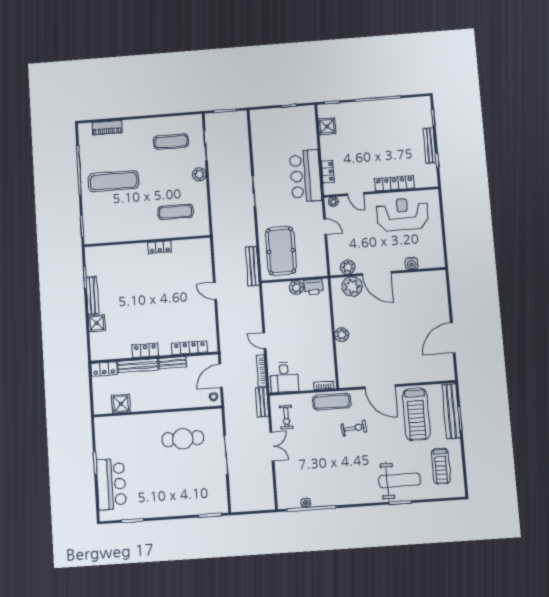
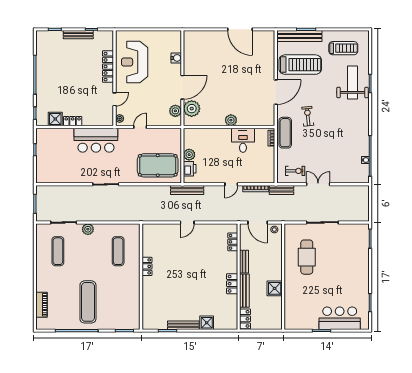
locker: (328, 172) -> (73, 121), moved
bench: (252, 266) -> (187, 190), moved
printer: (313, 287) -> (190, 169), moved
locker: (189, 348) -> (233, 242), width x0.66
desk: (284, 377) -> (243, 140), moved, turned -90
shower: (121, 404) -> (275, 288), moved

